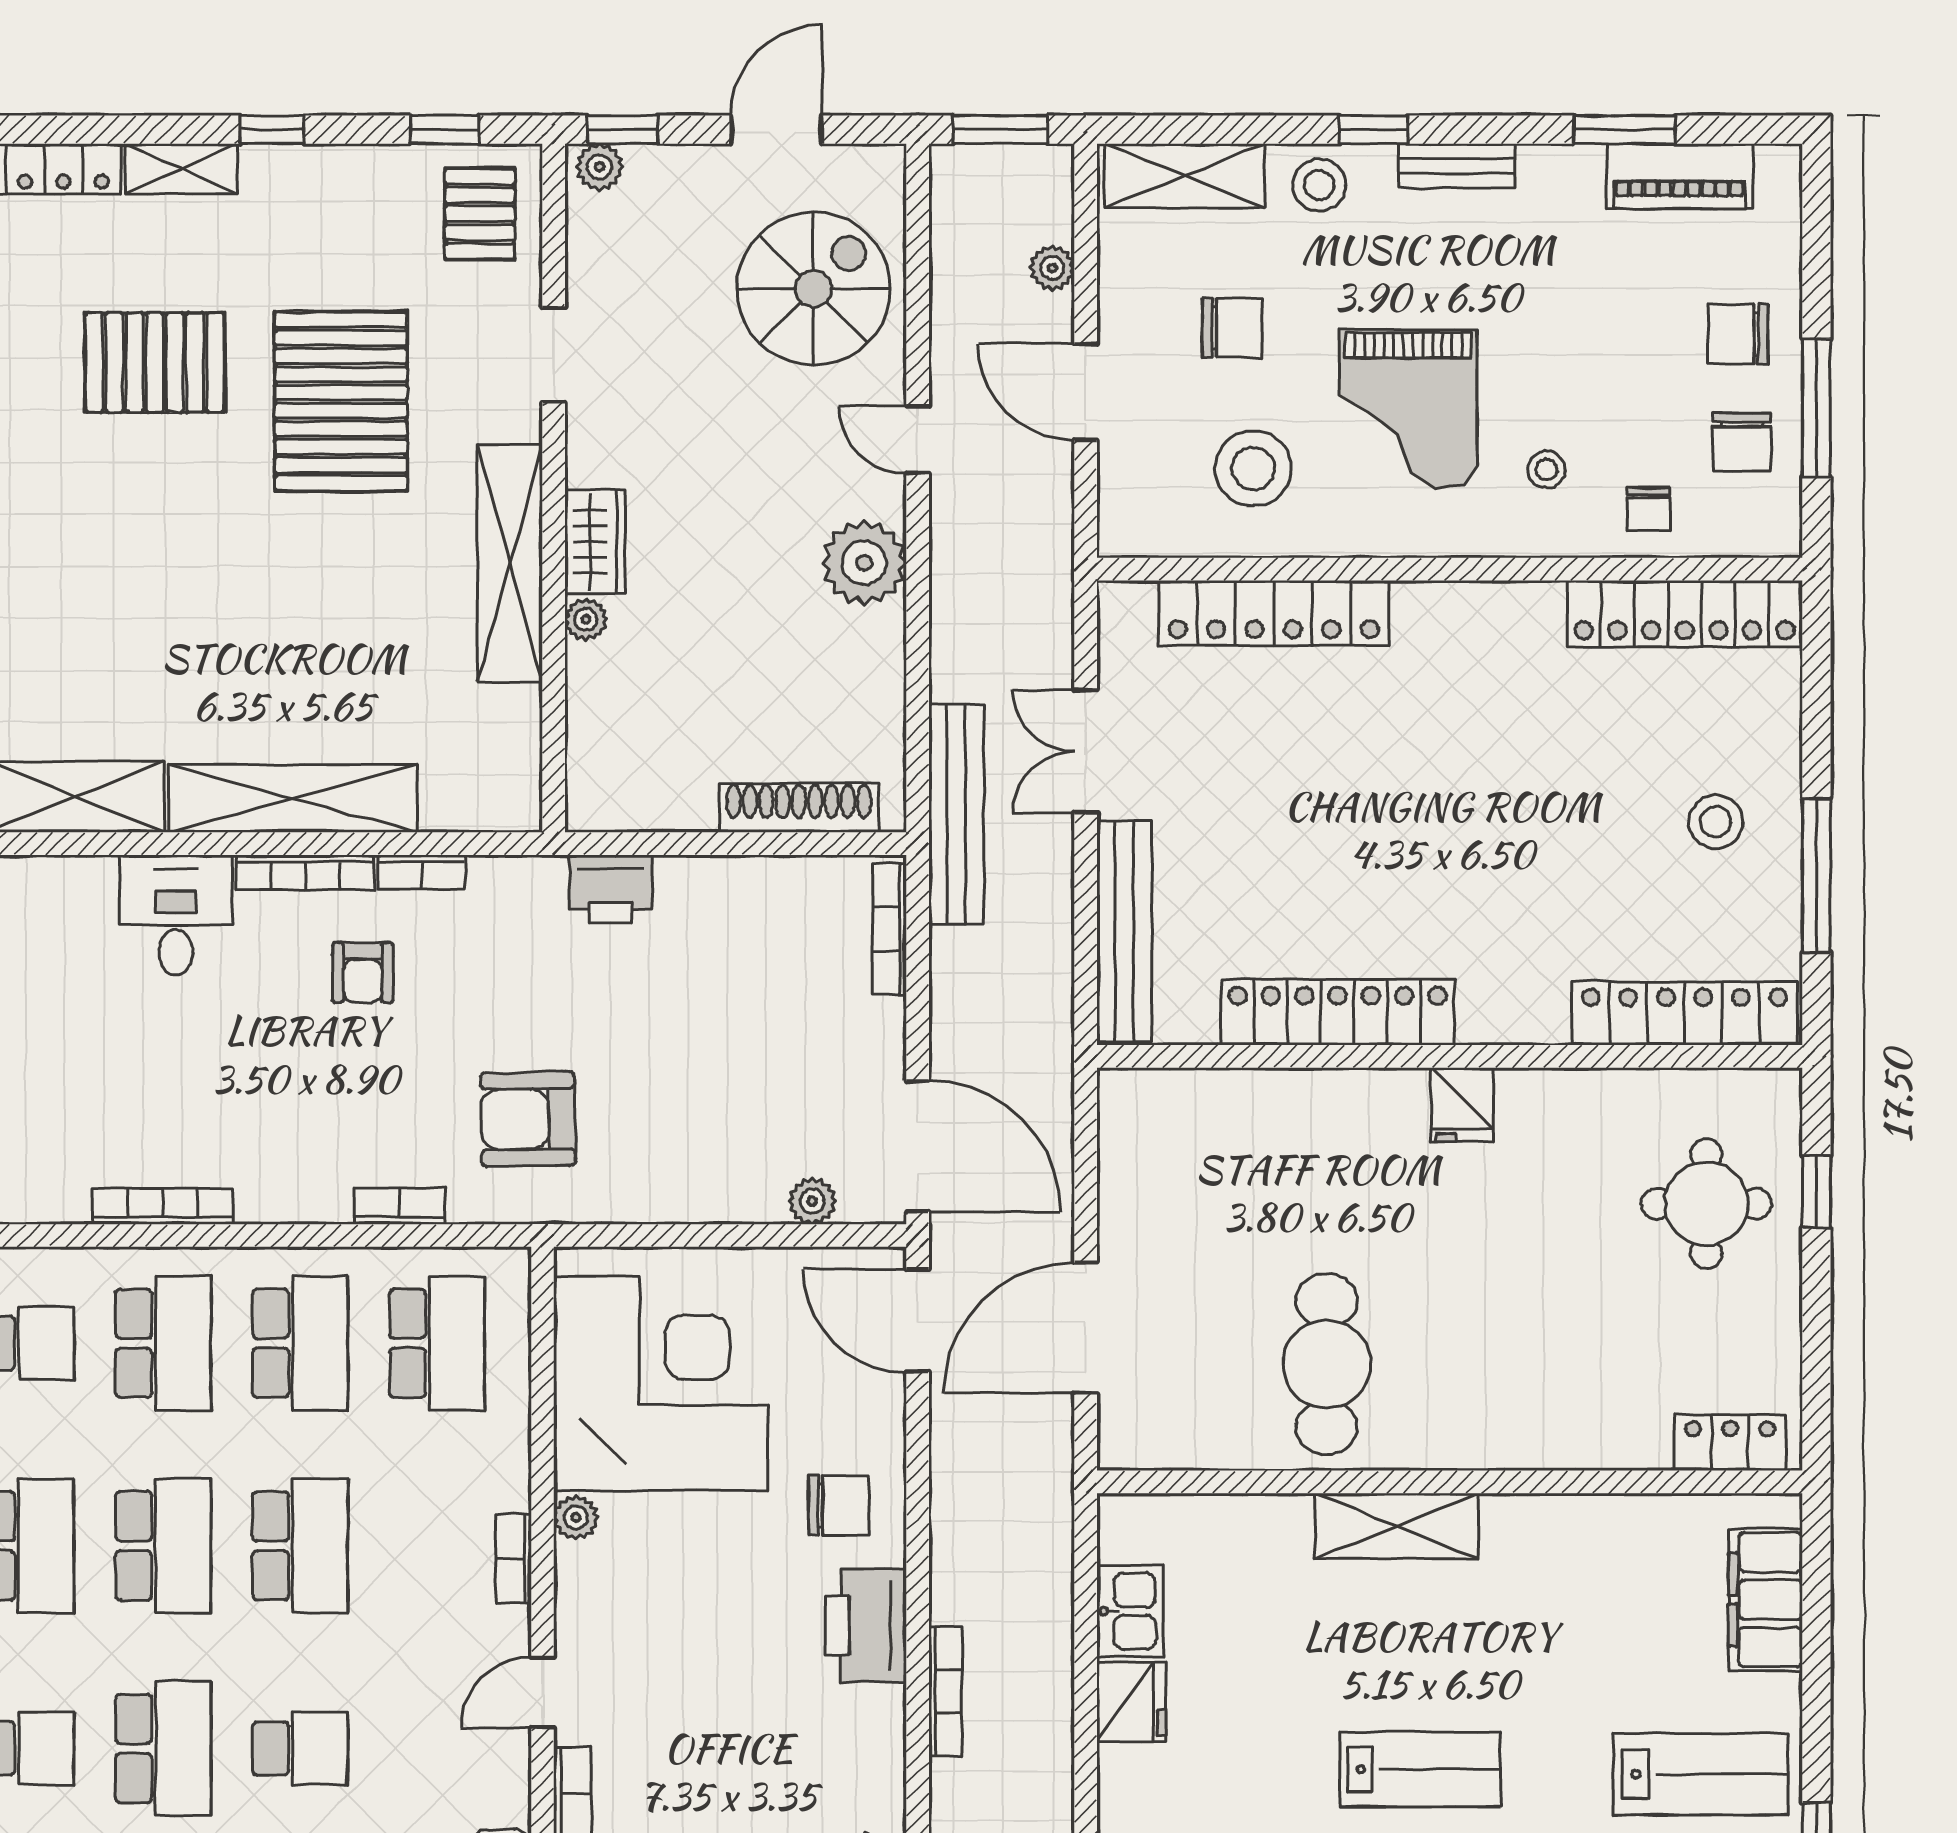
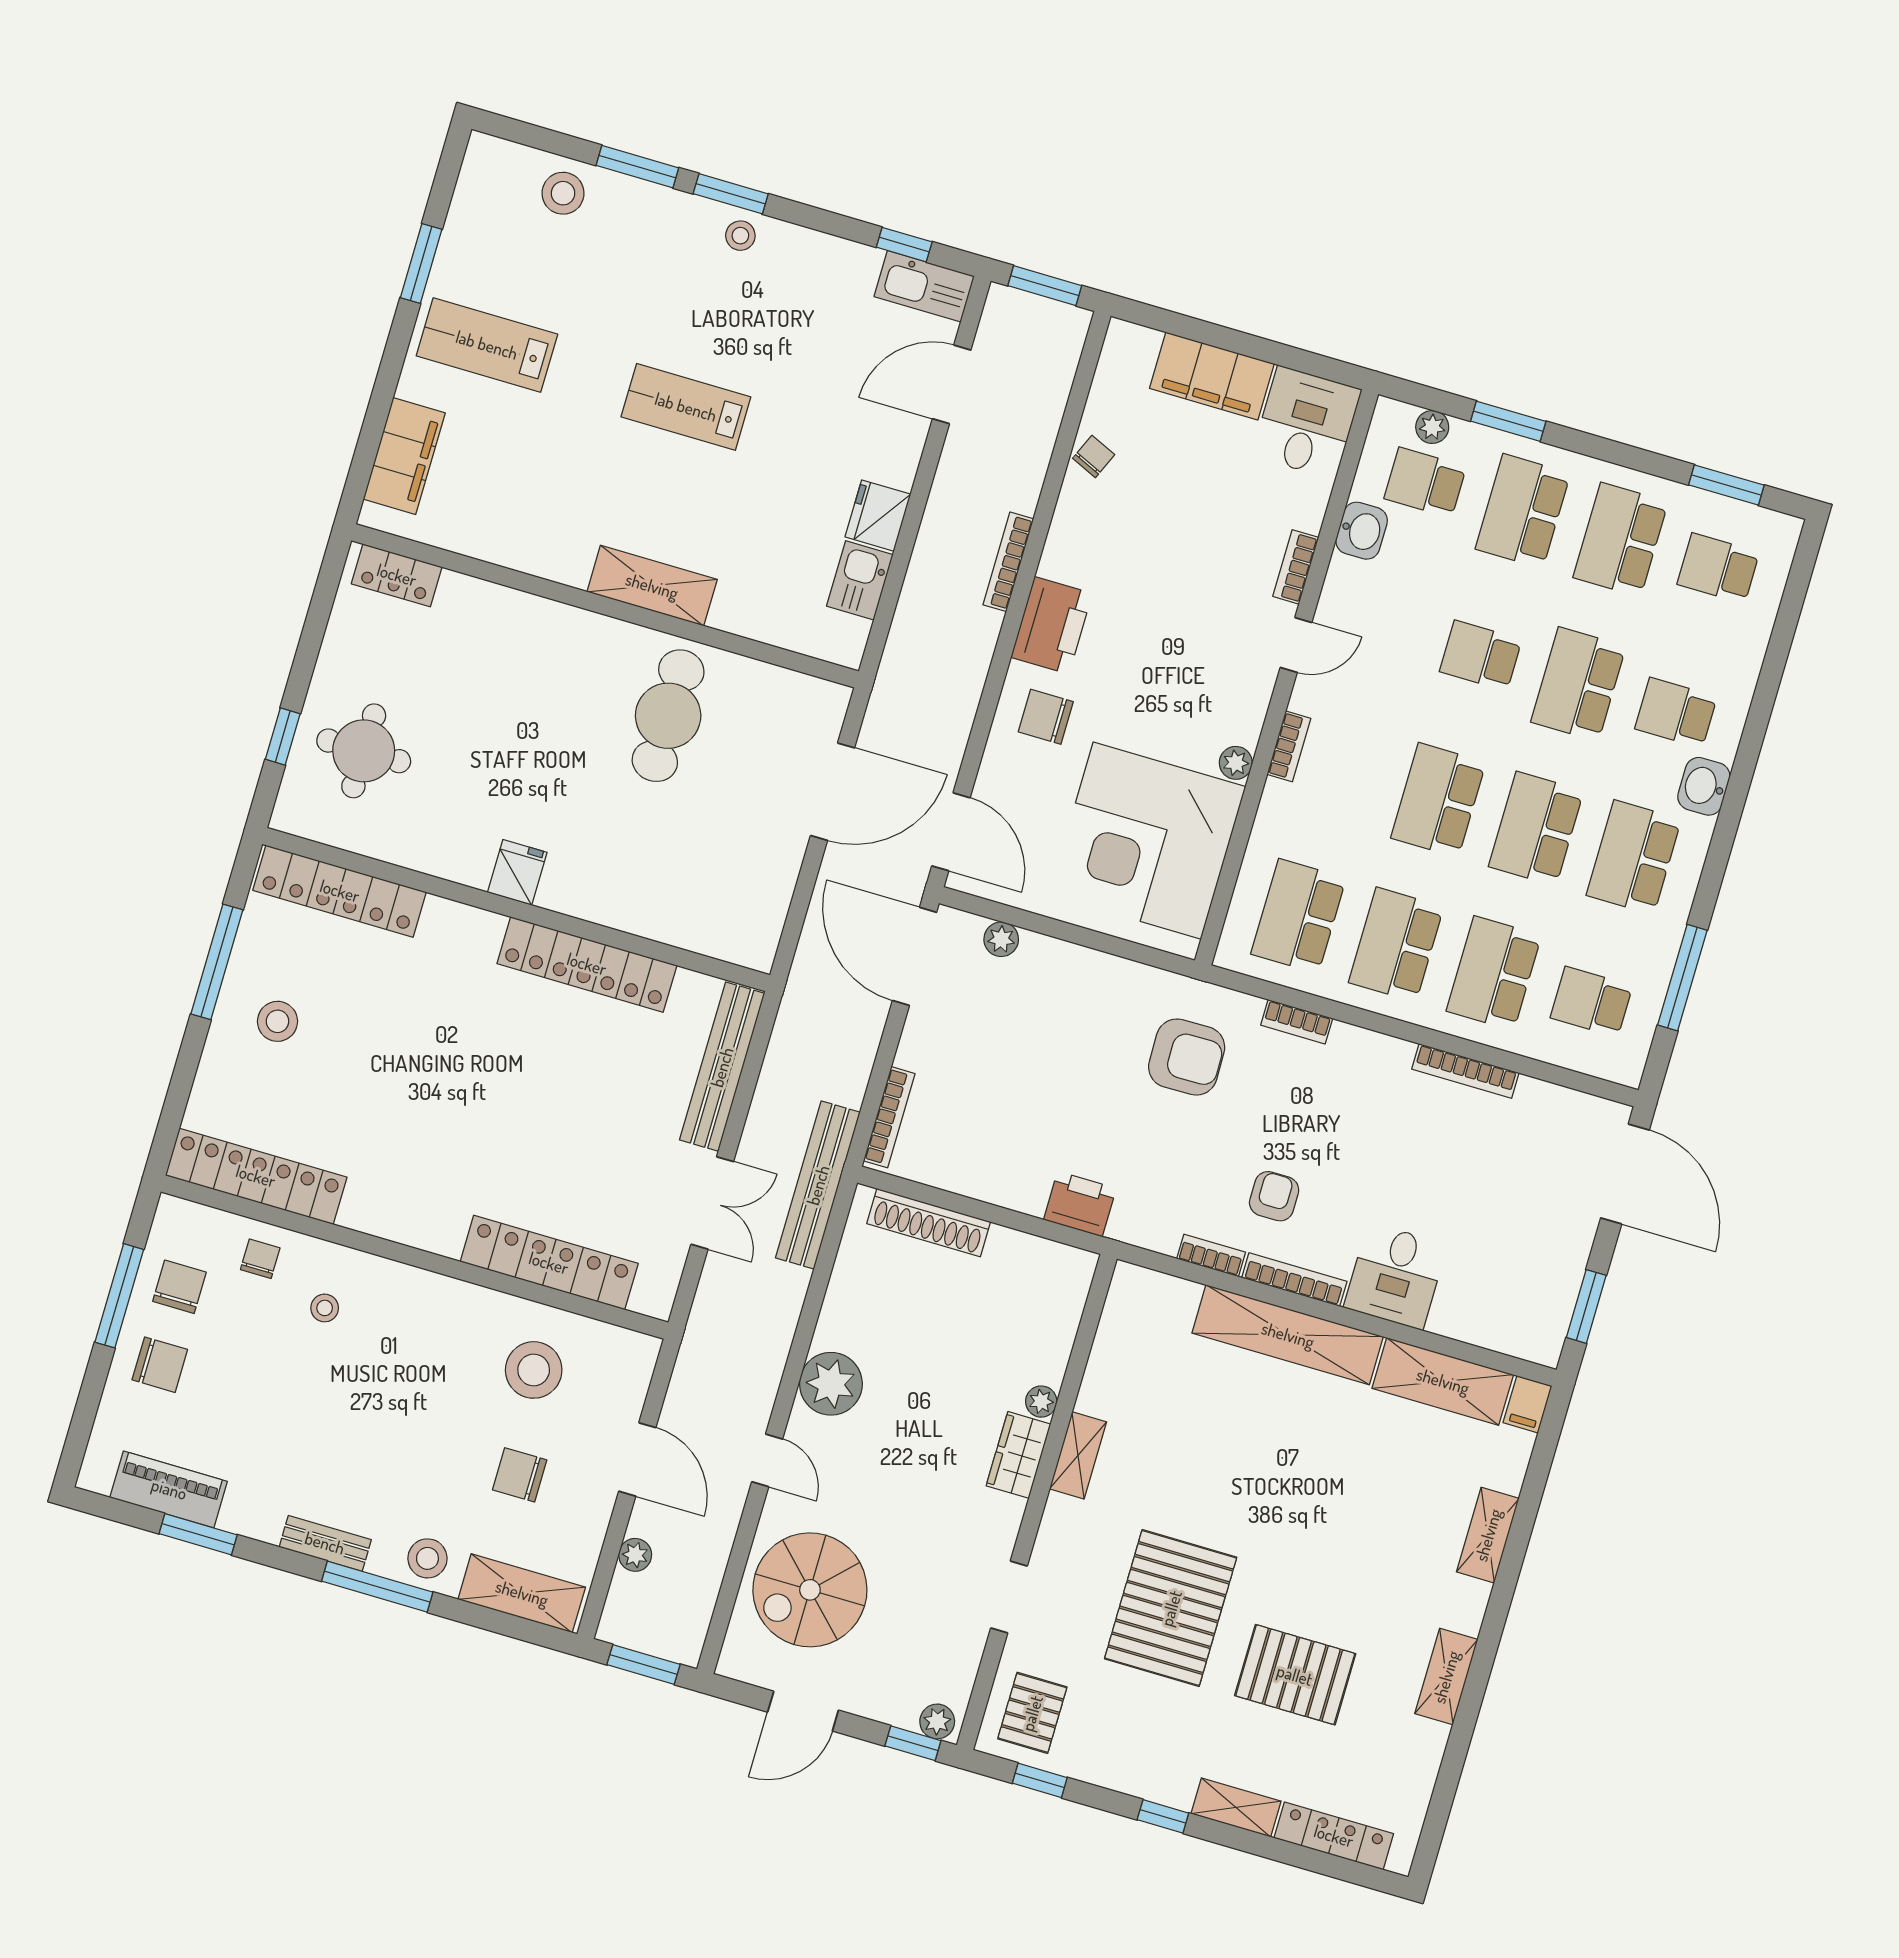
window: (1373, 130) -> (377, 1587), width x2.17
grand piano: (1408, 409) -> (411, 1380), removed
shelving: (510, 564) -> (1078, 1455), width x0.45, depth x0.75

